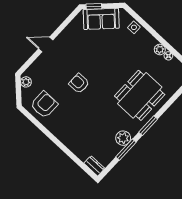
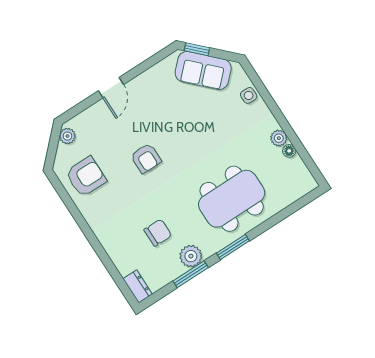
door: (46, 44) -> (111, 88), swing flipped
armchair: (79, 83) -> (146, 158), turned 180
chair: (98, 129) -> (158, 233), added

